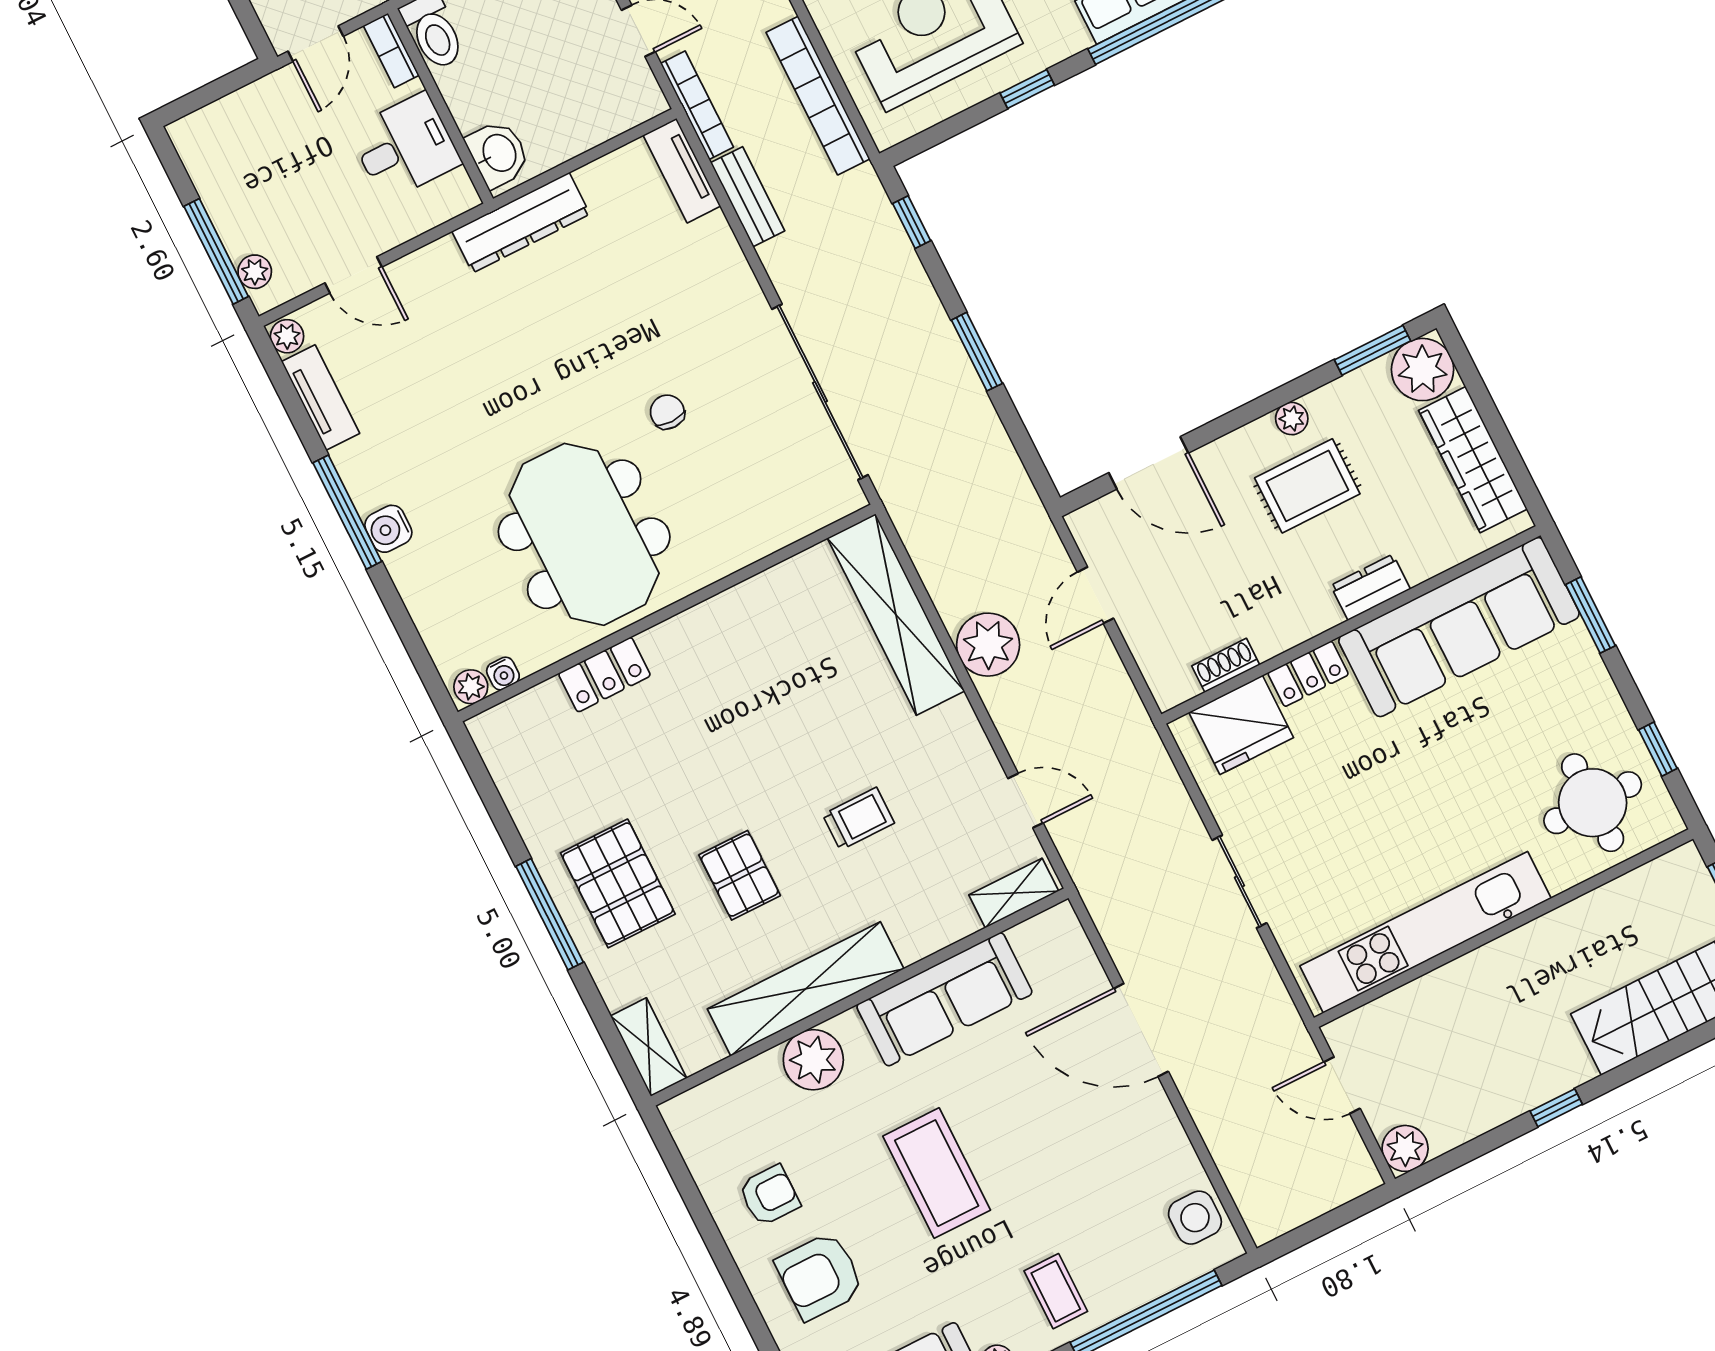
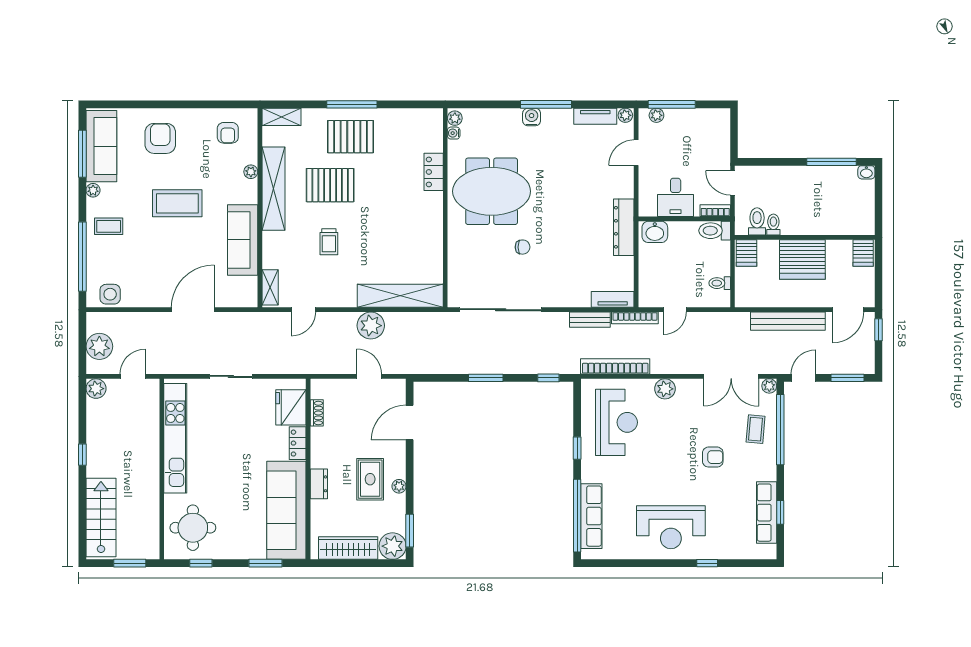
pallet: (740, 875) -> (330, 185), width x1.50, depth x1.42
plant: (813, 1060) -> (251, 172), width x0.53, depth x0.53
plant: (1314, 1186) -> (99, 346), added
armchair: (769, 1195) -> (228, 133), moved

